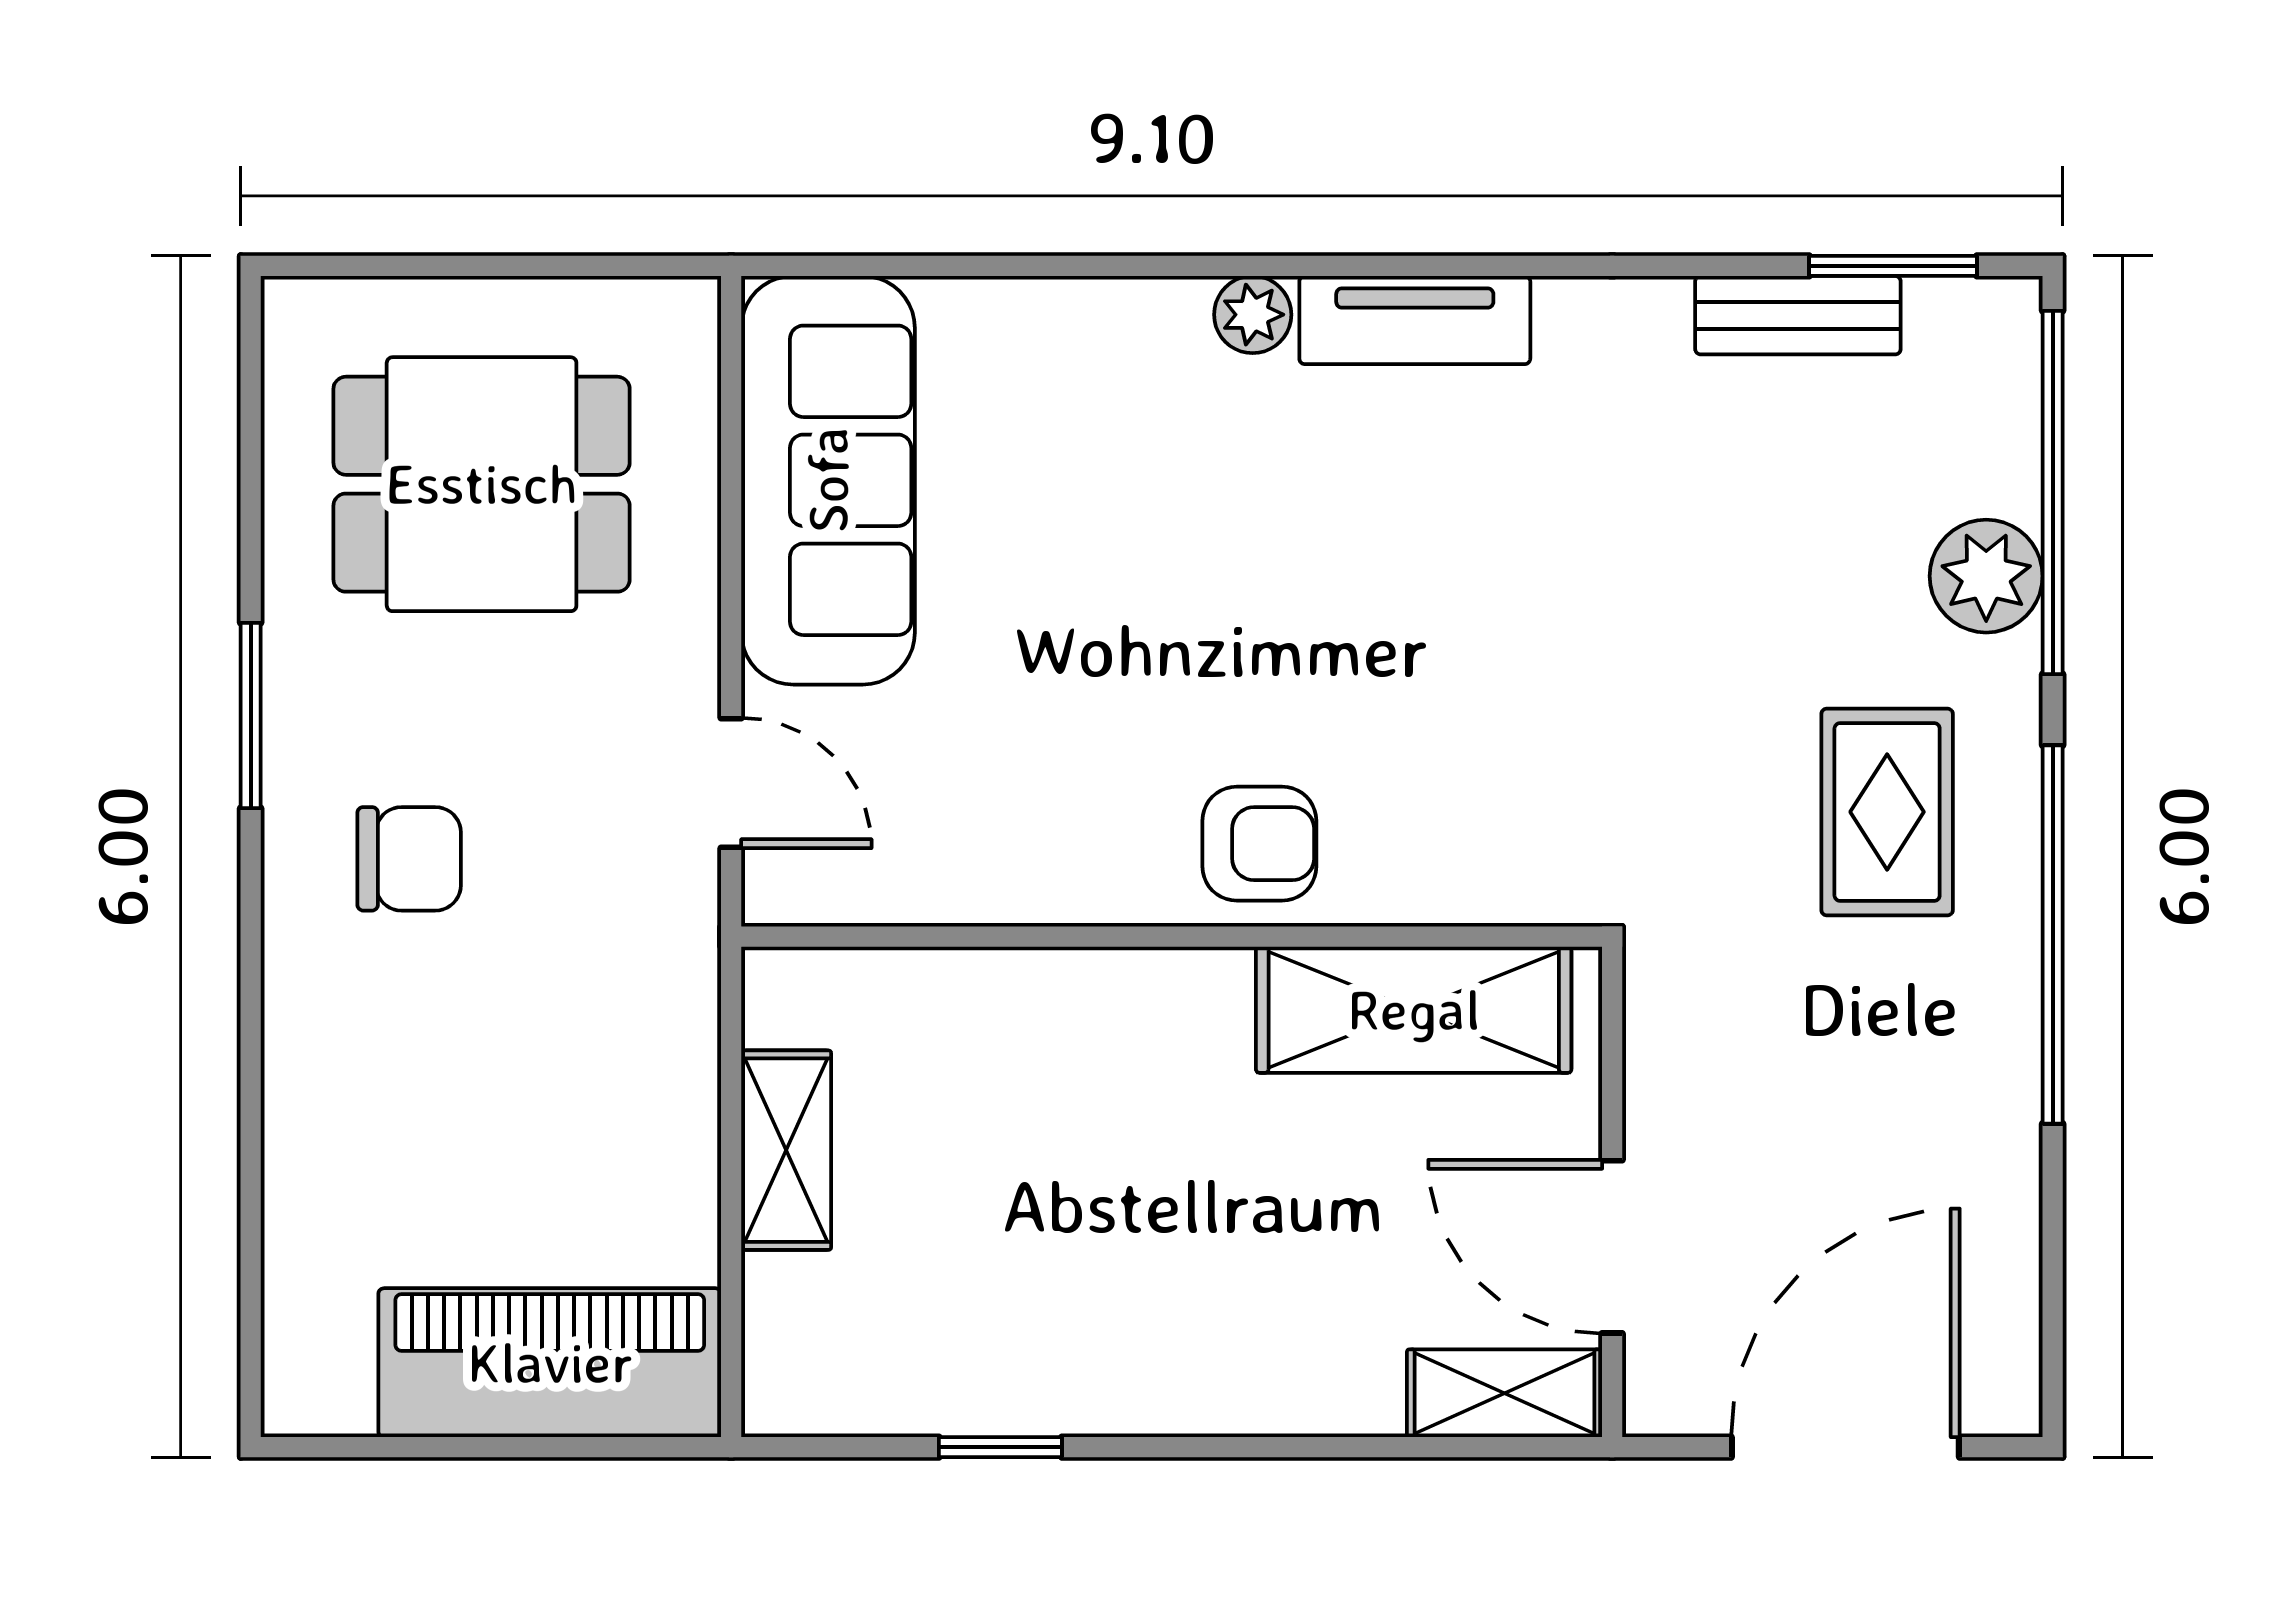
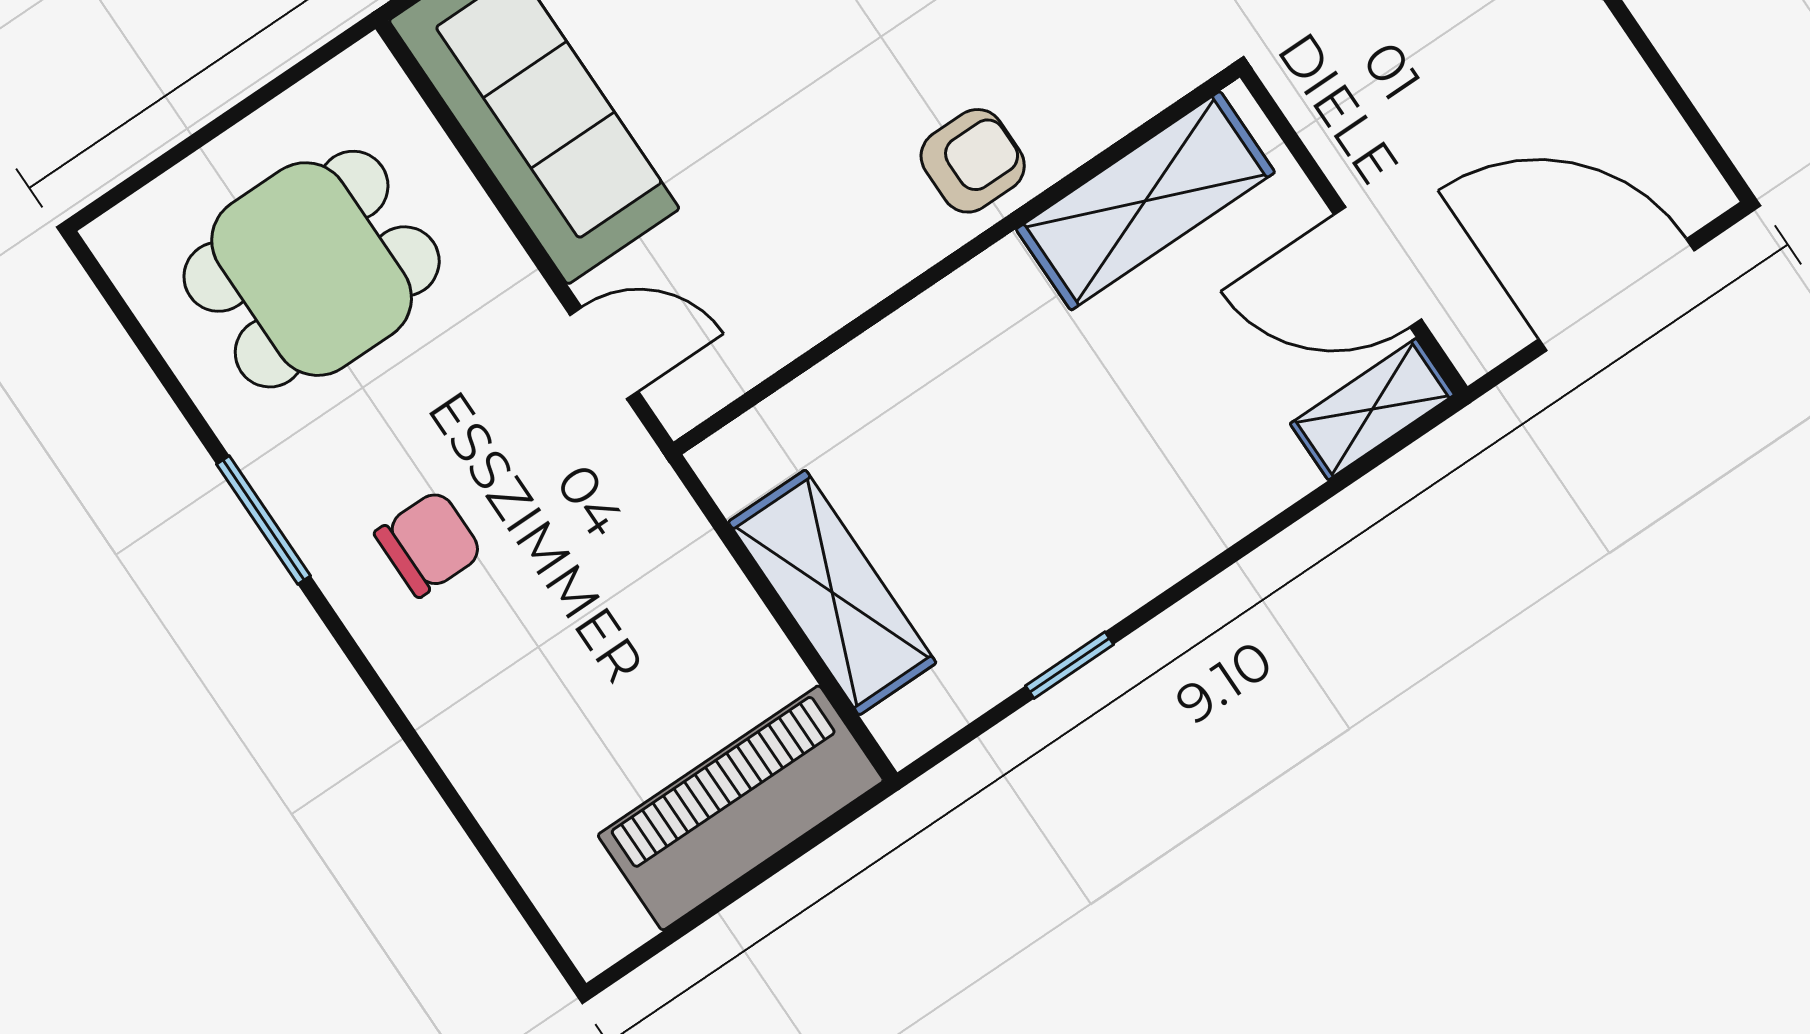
shelving: (786, 1150) -> (832, 592), width x1.50, depth x1.33
door: (1845, 1447) -> (1617, 295), hinge flipped

